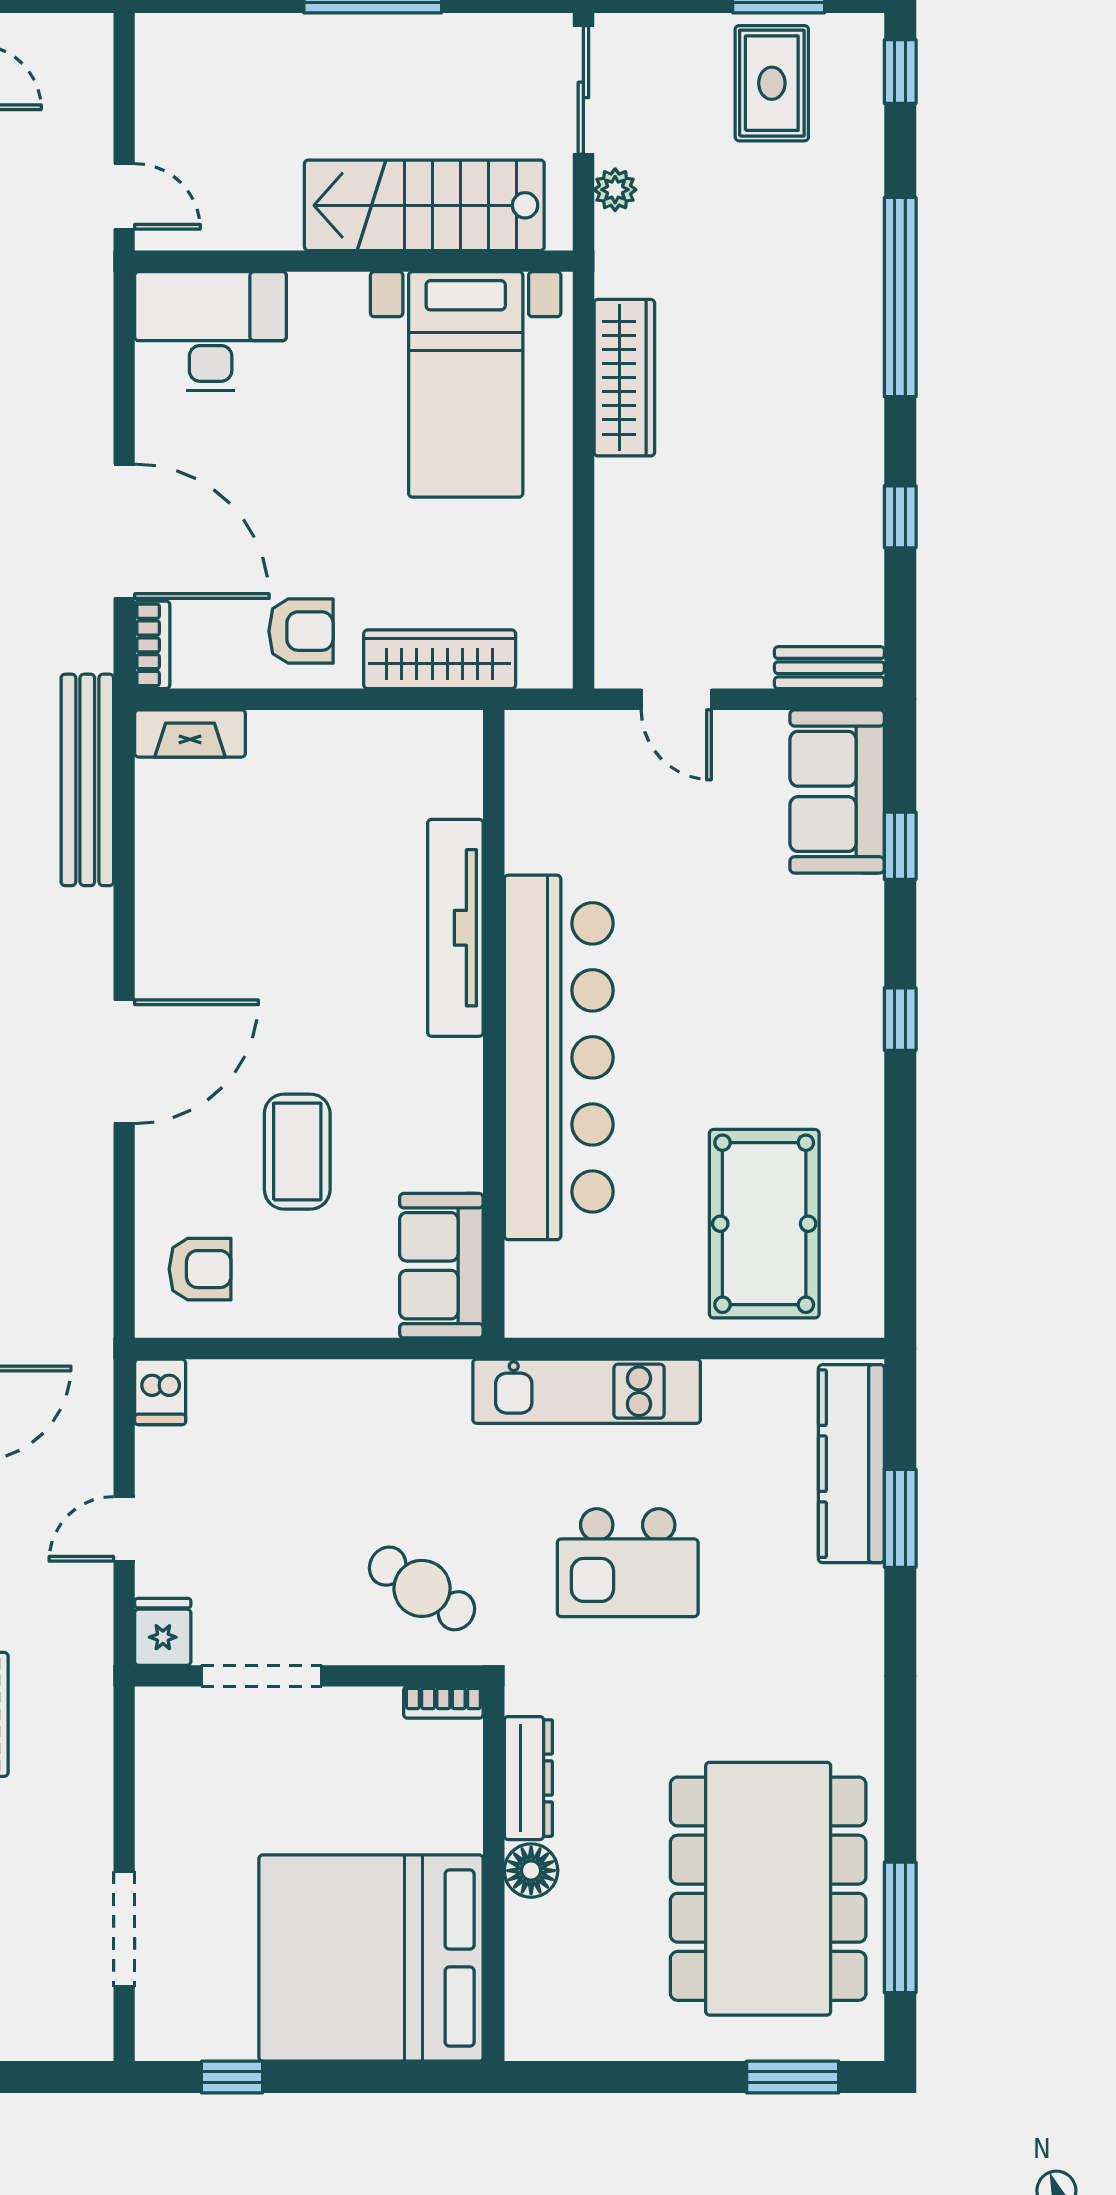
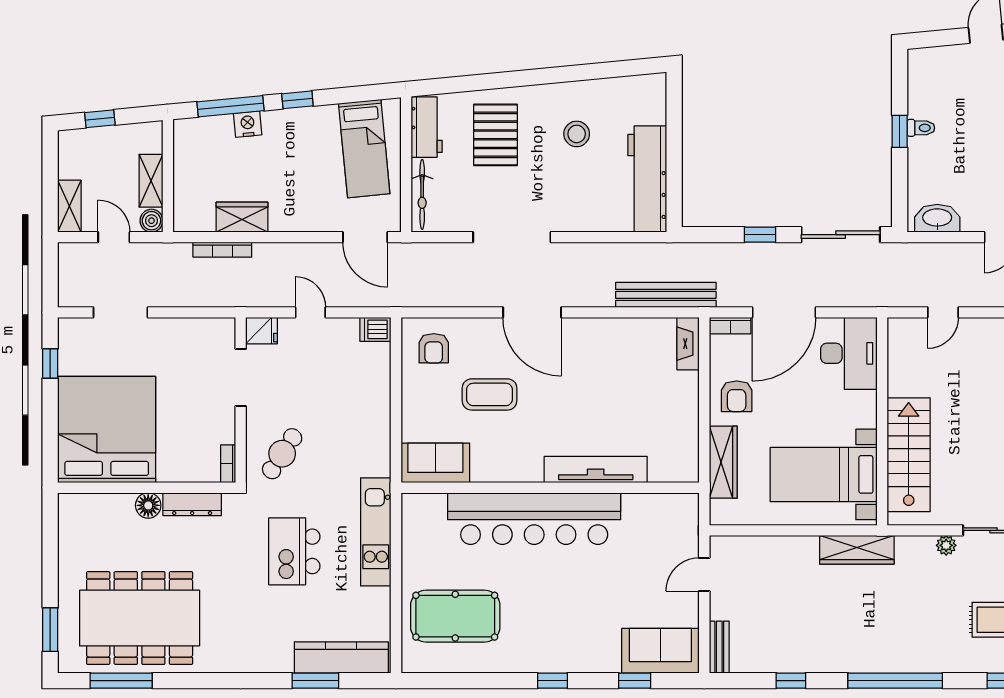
stairs: (424, 205) -> (909, 455), moved
wall: (354, 261) -> (882, 421), moved
desk: (211, 331) -> (849, 353), moved
bed with nightstands: (466, 384) -> (824, 474), moved

